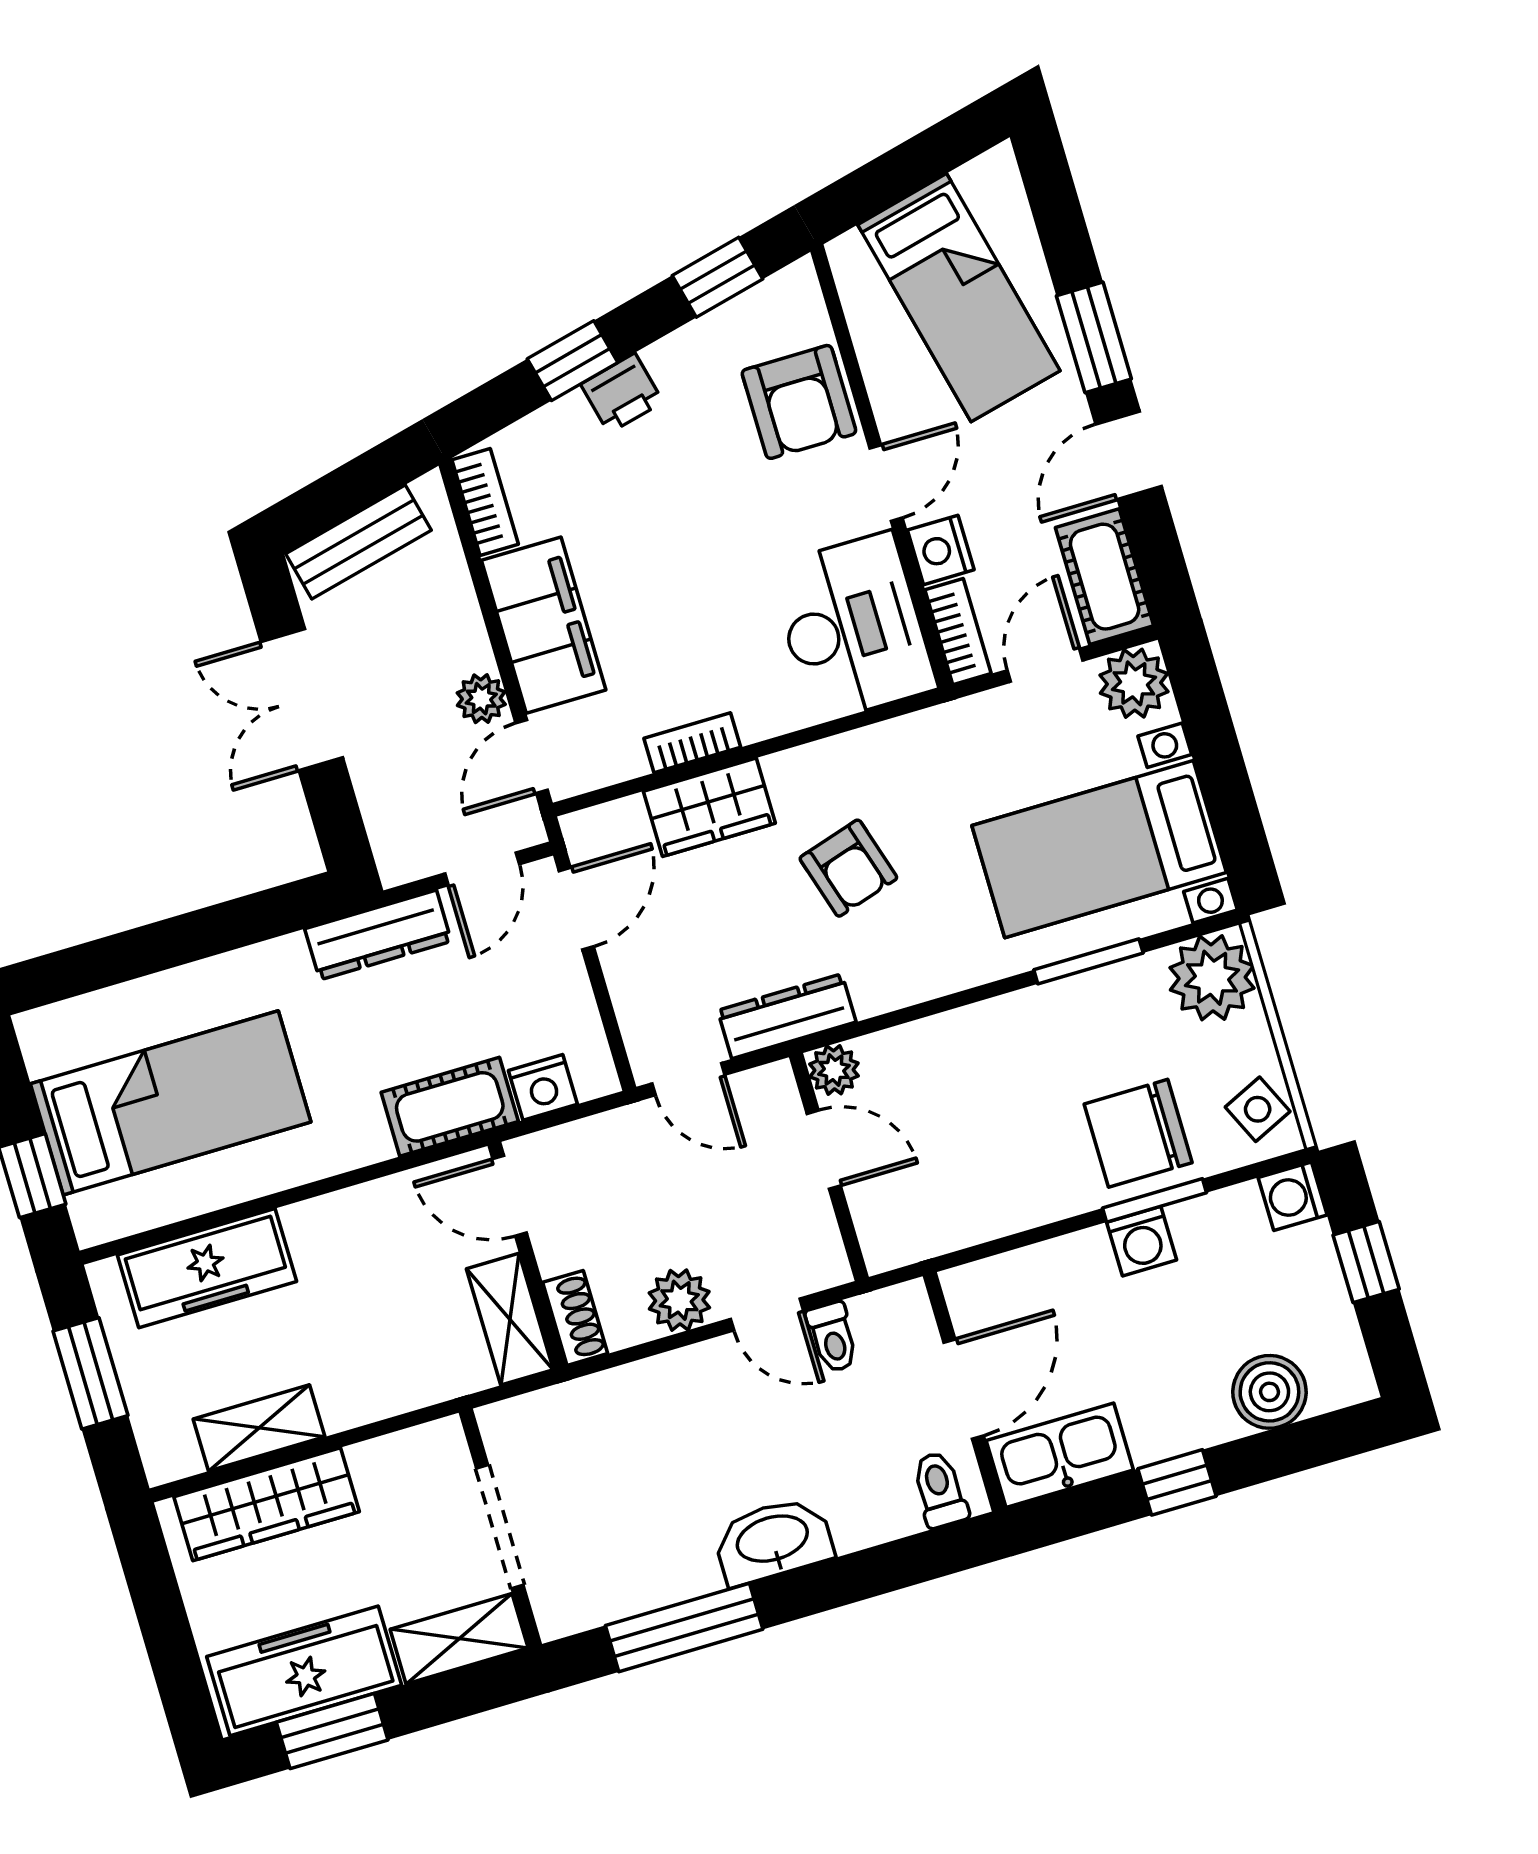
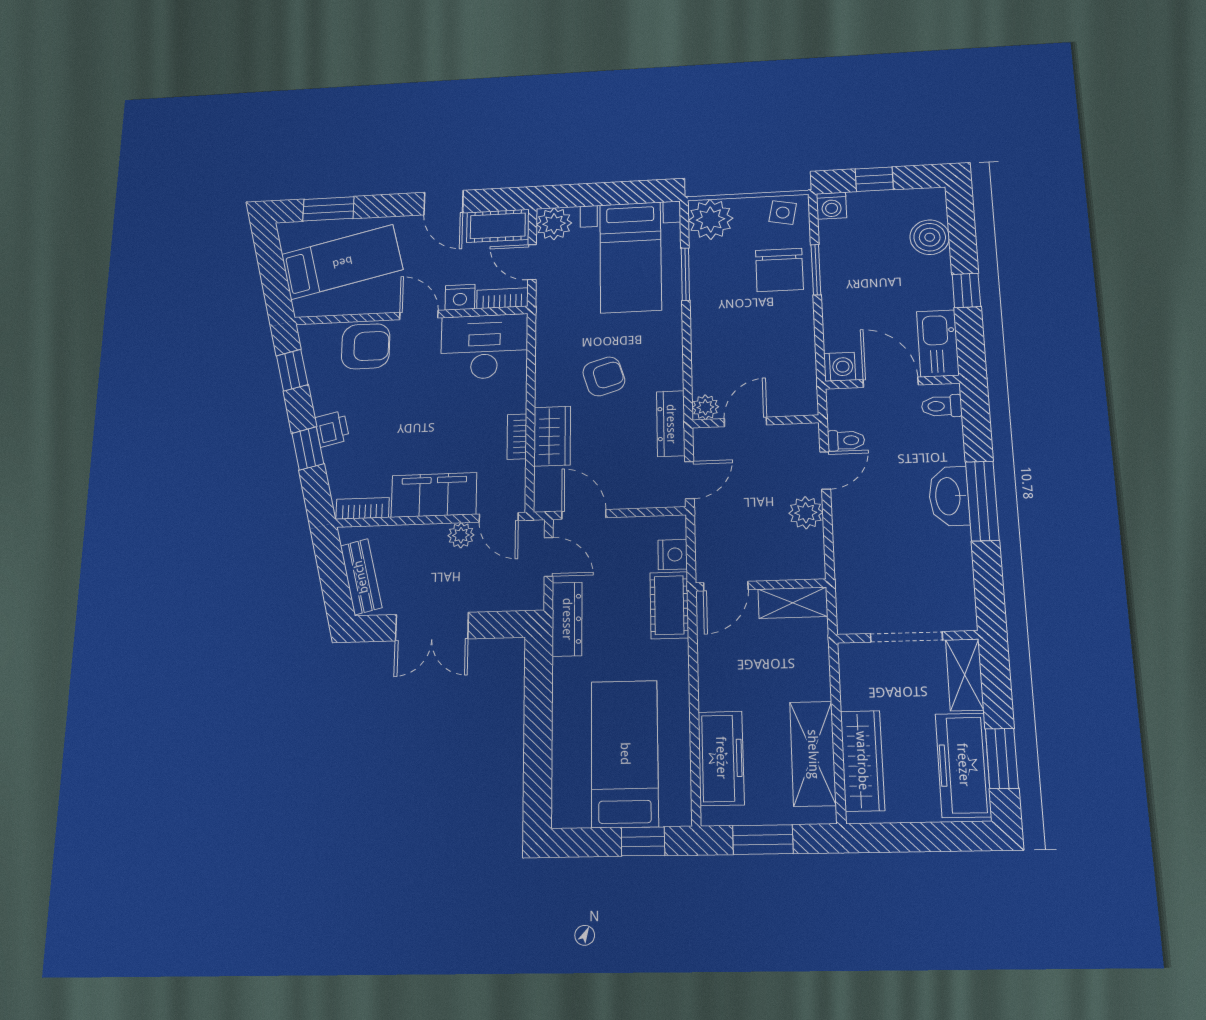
window: (1094, 337) -> (328, 209), moved
side table: (1258, 1109) -> (783, 213), turned 36
washing machine: (1142, 1241) -> (840, 367), moved
shoe rack: (575, 1318) -> (801, 569), removed
shelving: (259, 1428) -> (813, 754), width x1.50, depth x1.33
window: (684, 1627) -> (982, 501), moved

